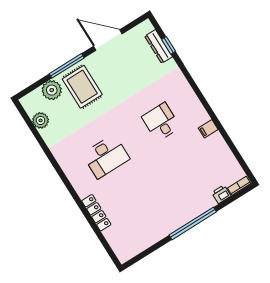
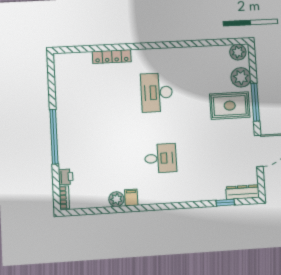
dresser: (159, 46) -> (243, 192), moved
plant: (41, 120) -> (238, 52), moved
plant: (216, 141) -> (116, 199), added

